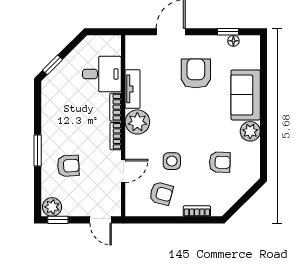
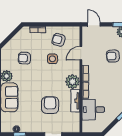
armchair: (196, 73) -> (50, 105), moved, turned 180

